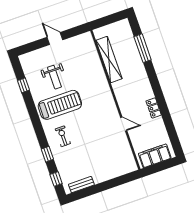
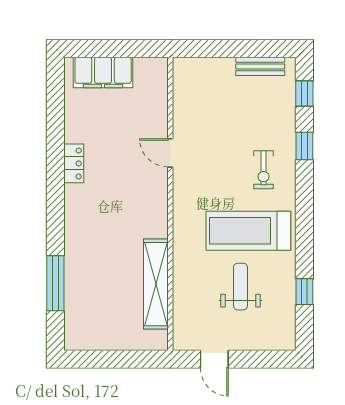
shelving: (109, 59) -> (156, 284), moved
wall: (115, 100) -> (170, 204), moved
door: (124, 124) -> (170, 153), moved

